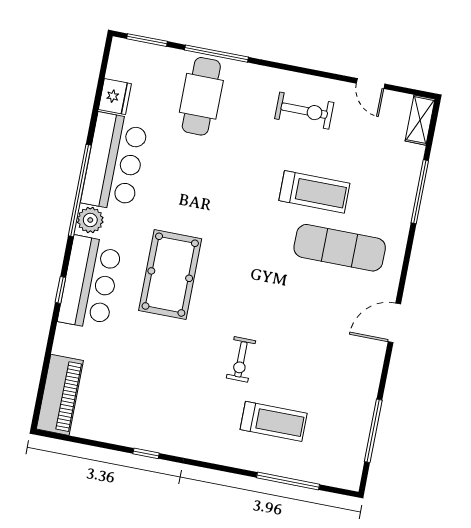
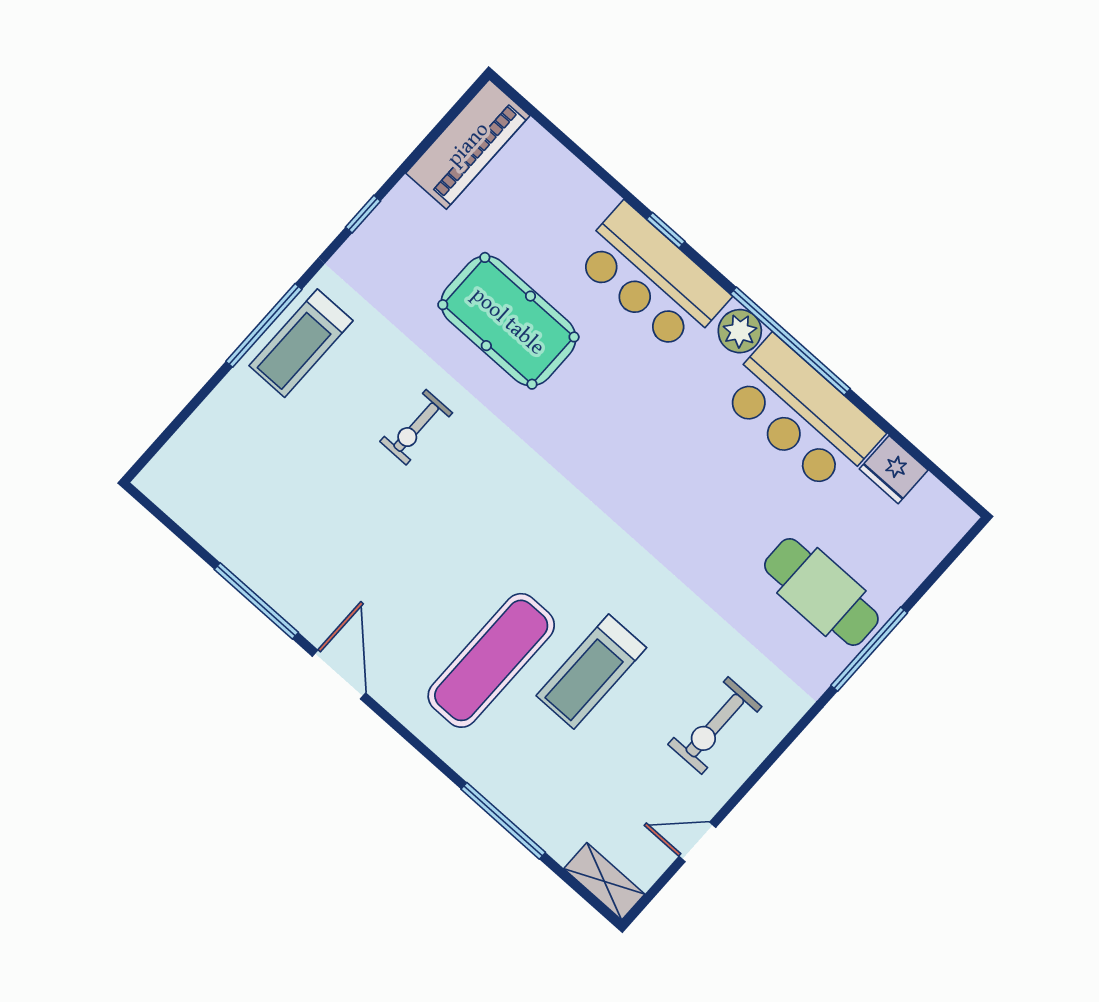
window: (147, 40) -> (946, 562), removed
pool table: (170, 275) -> (508, 321), moved
exercise bike: (241, 359) -> (416, 427), turned -90
piano: (60, 395) -> (468, 144), moved, turned -90
treadmill: (274, 421) -> (301, 343), moved
window: (373, 431) -> (256, 601), moved
window: (288, 481) -> (264, 325), moved

